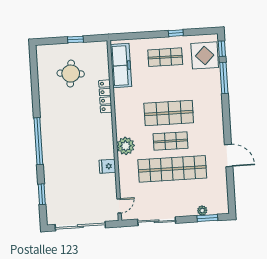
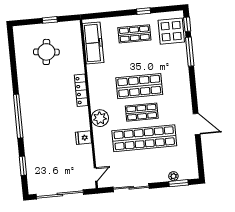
locker: (105, 96) -> (81, 90), moved

